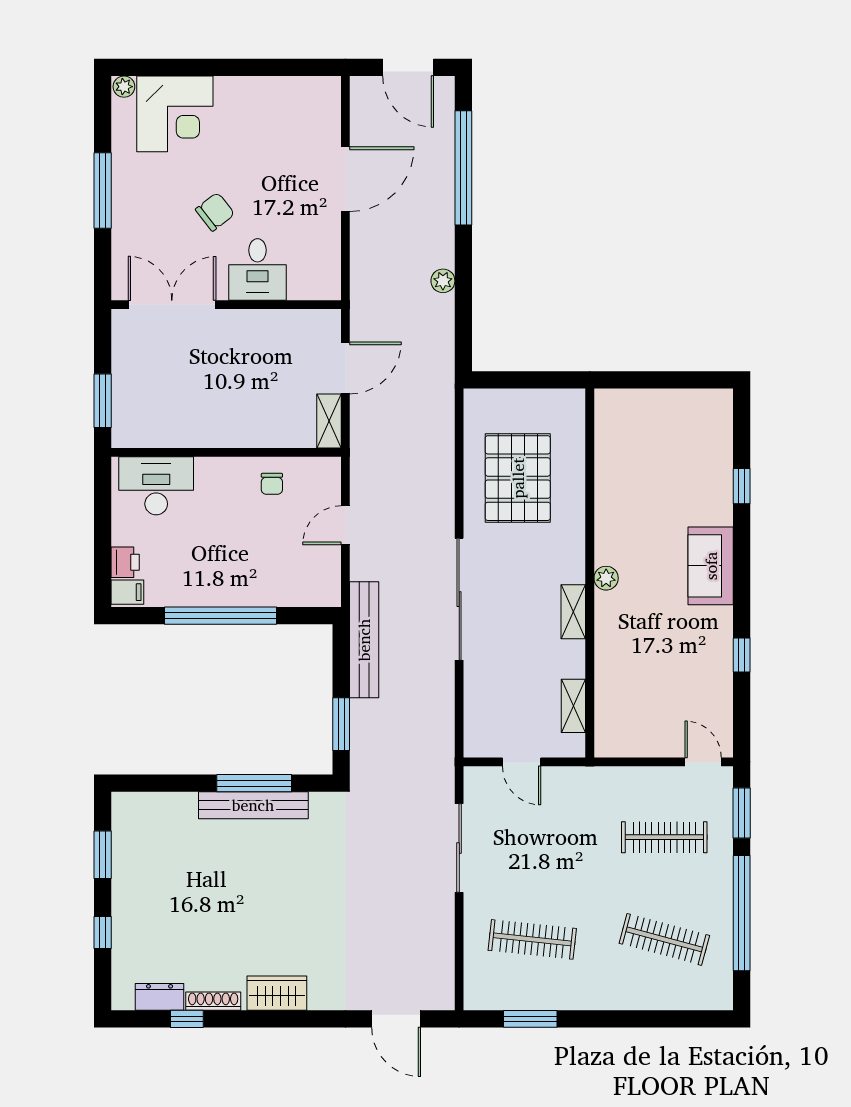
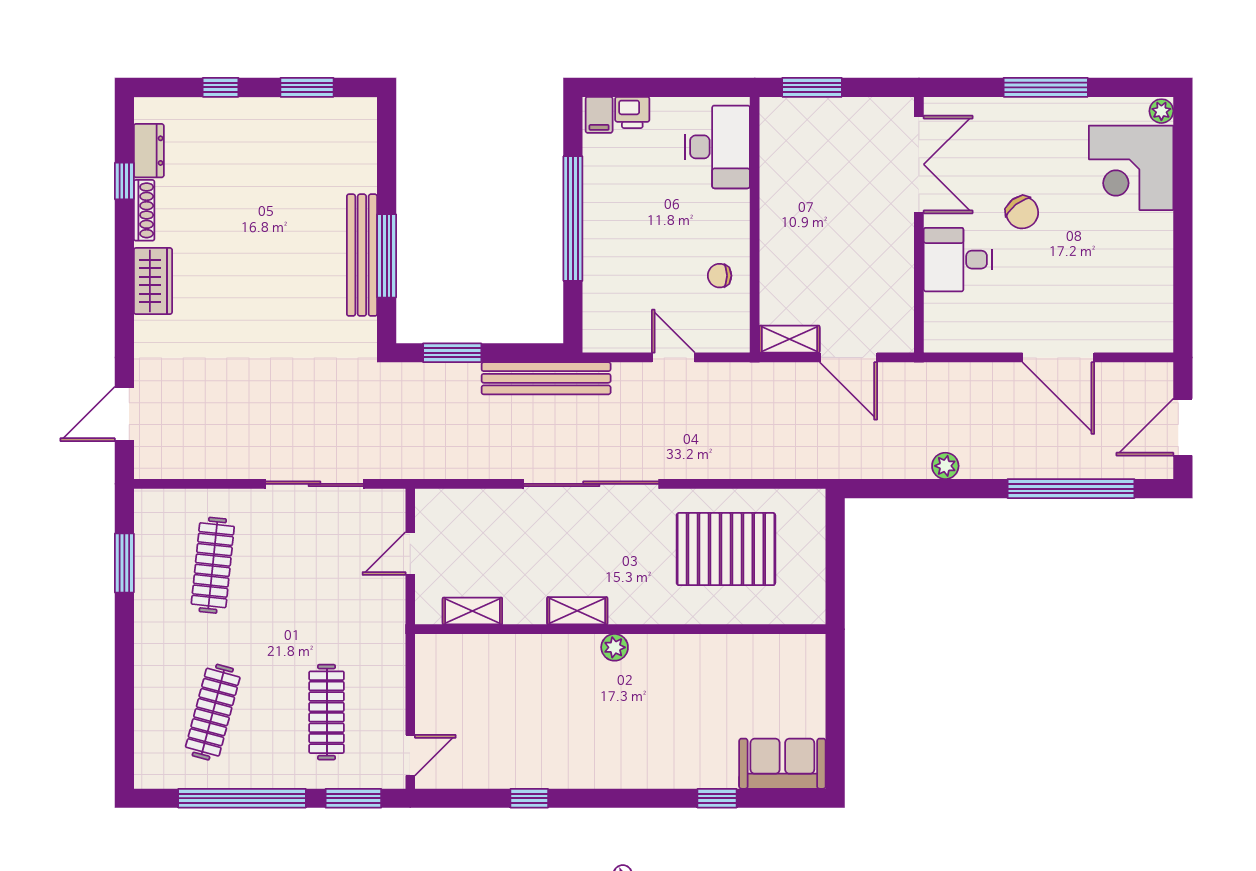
sofa: (711, 566) -> (782, 764), moved

